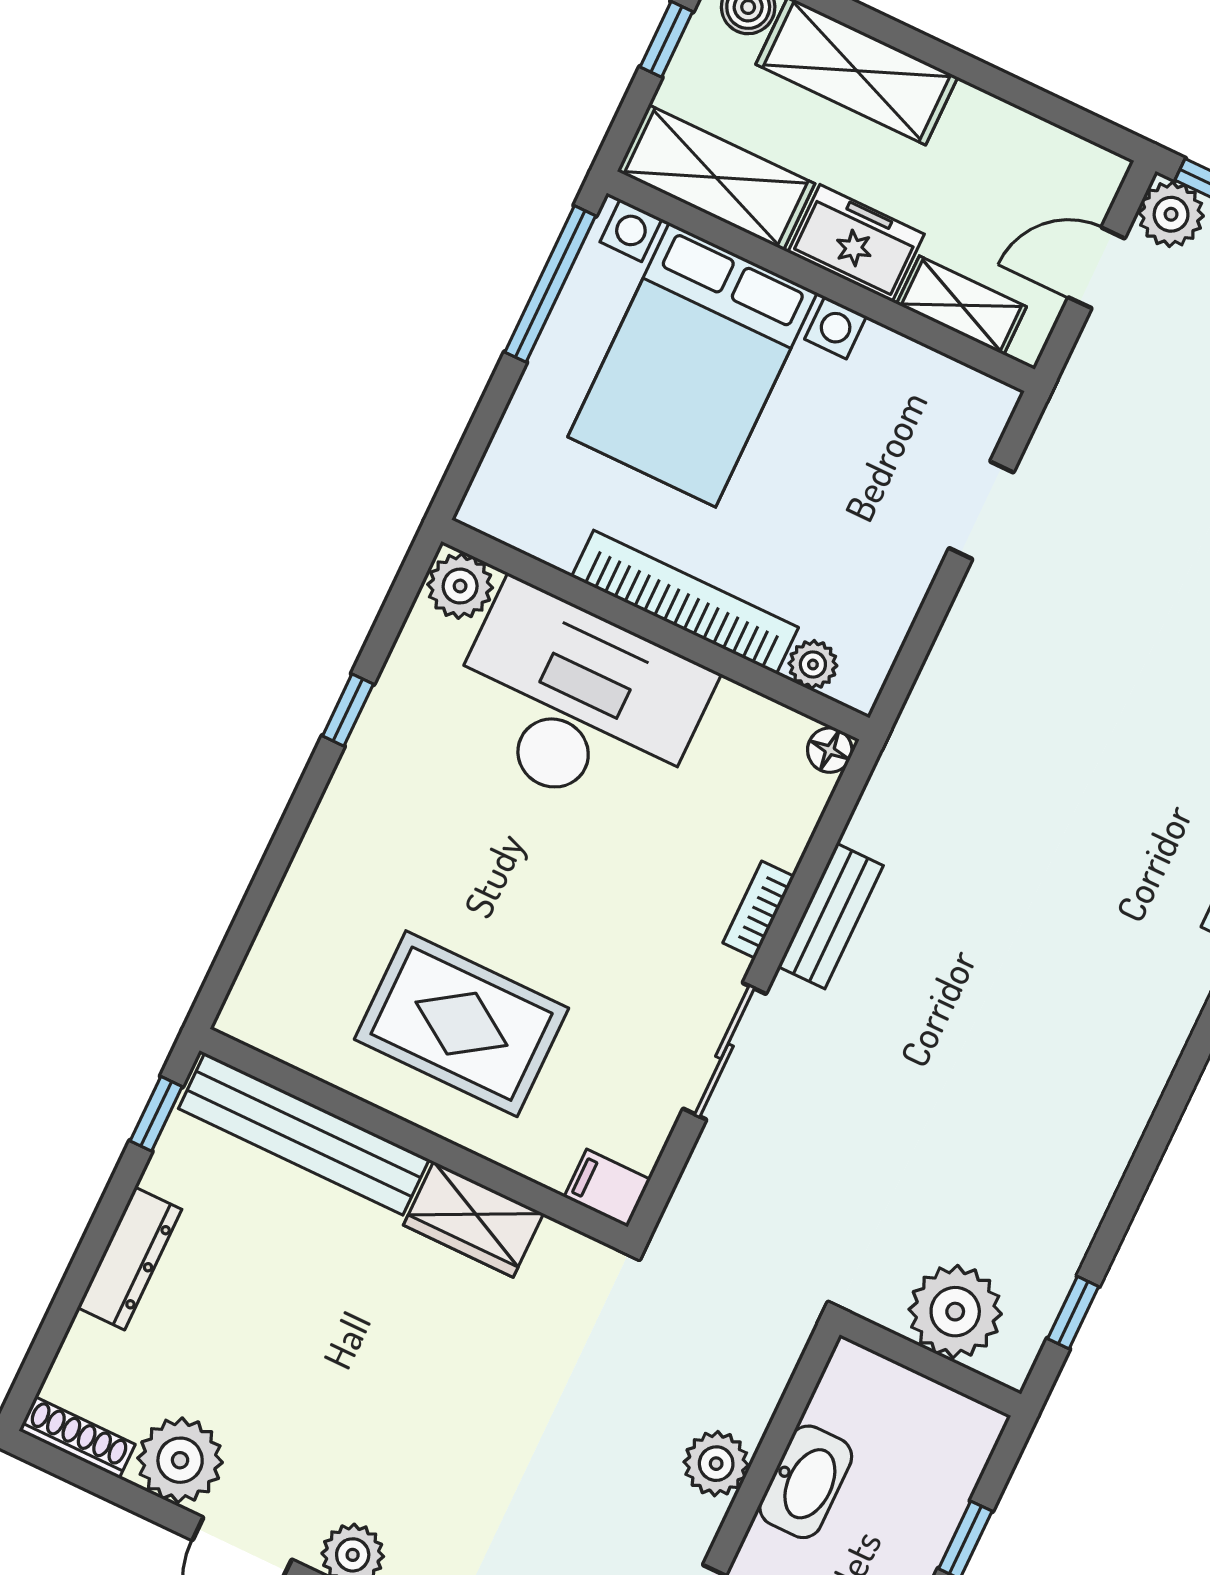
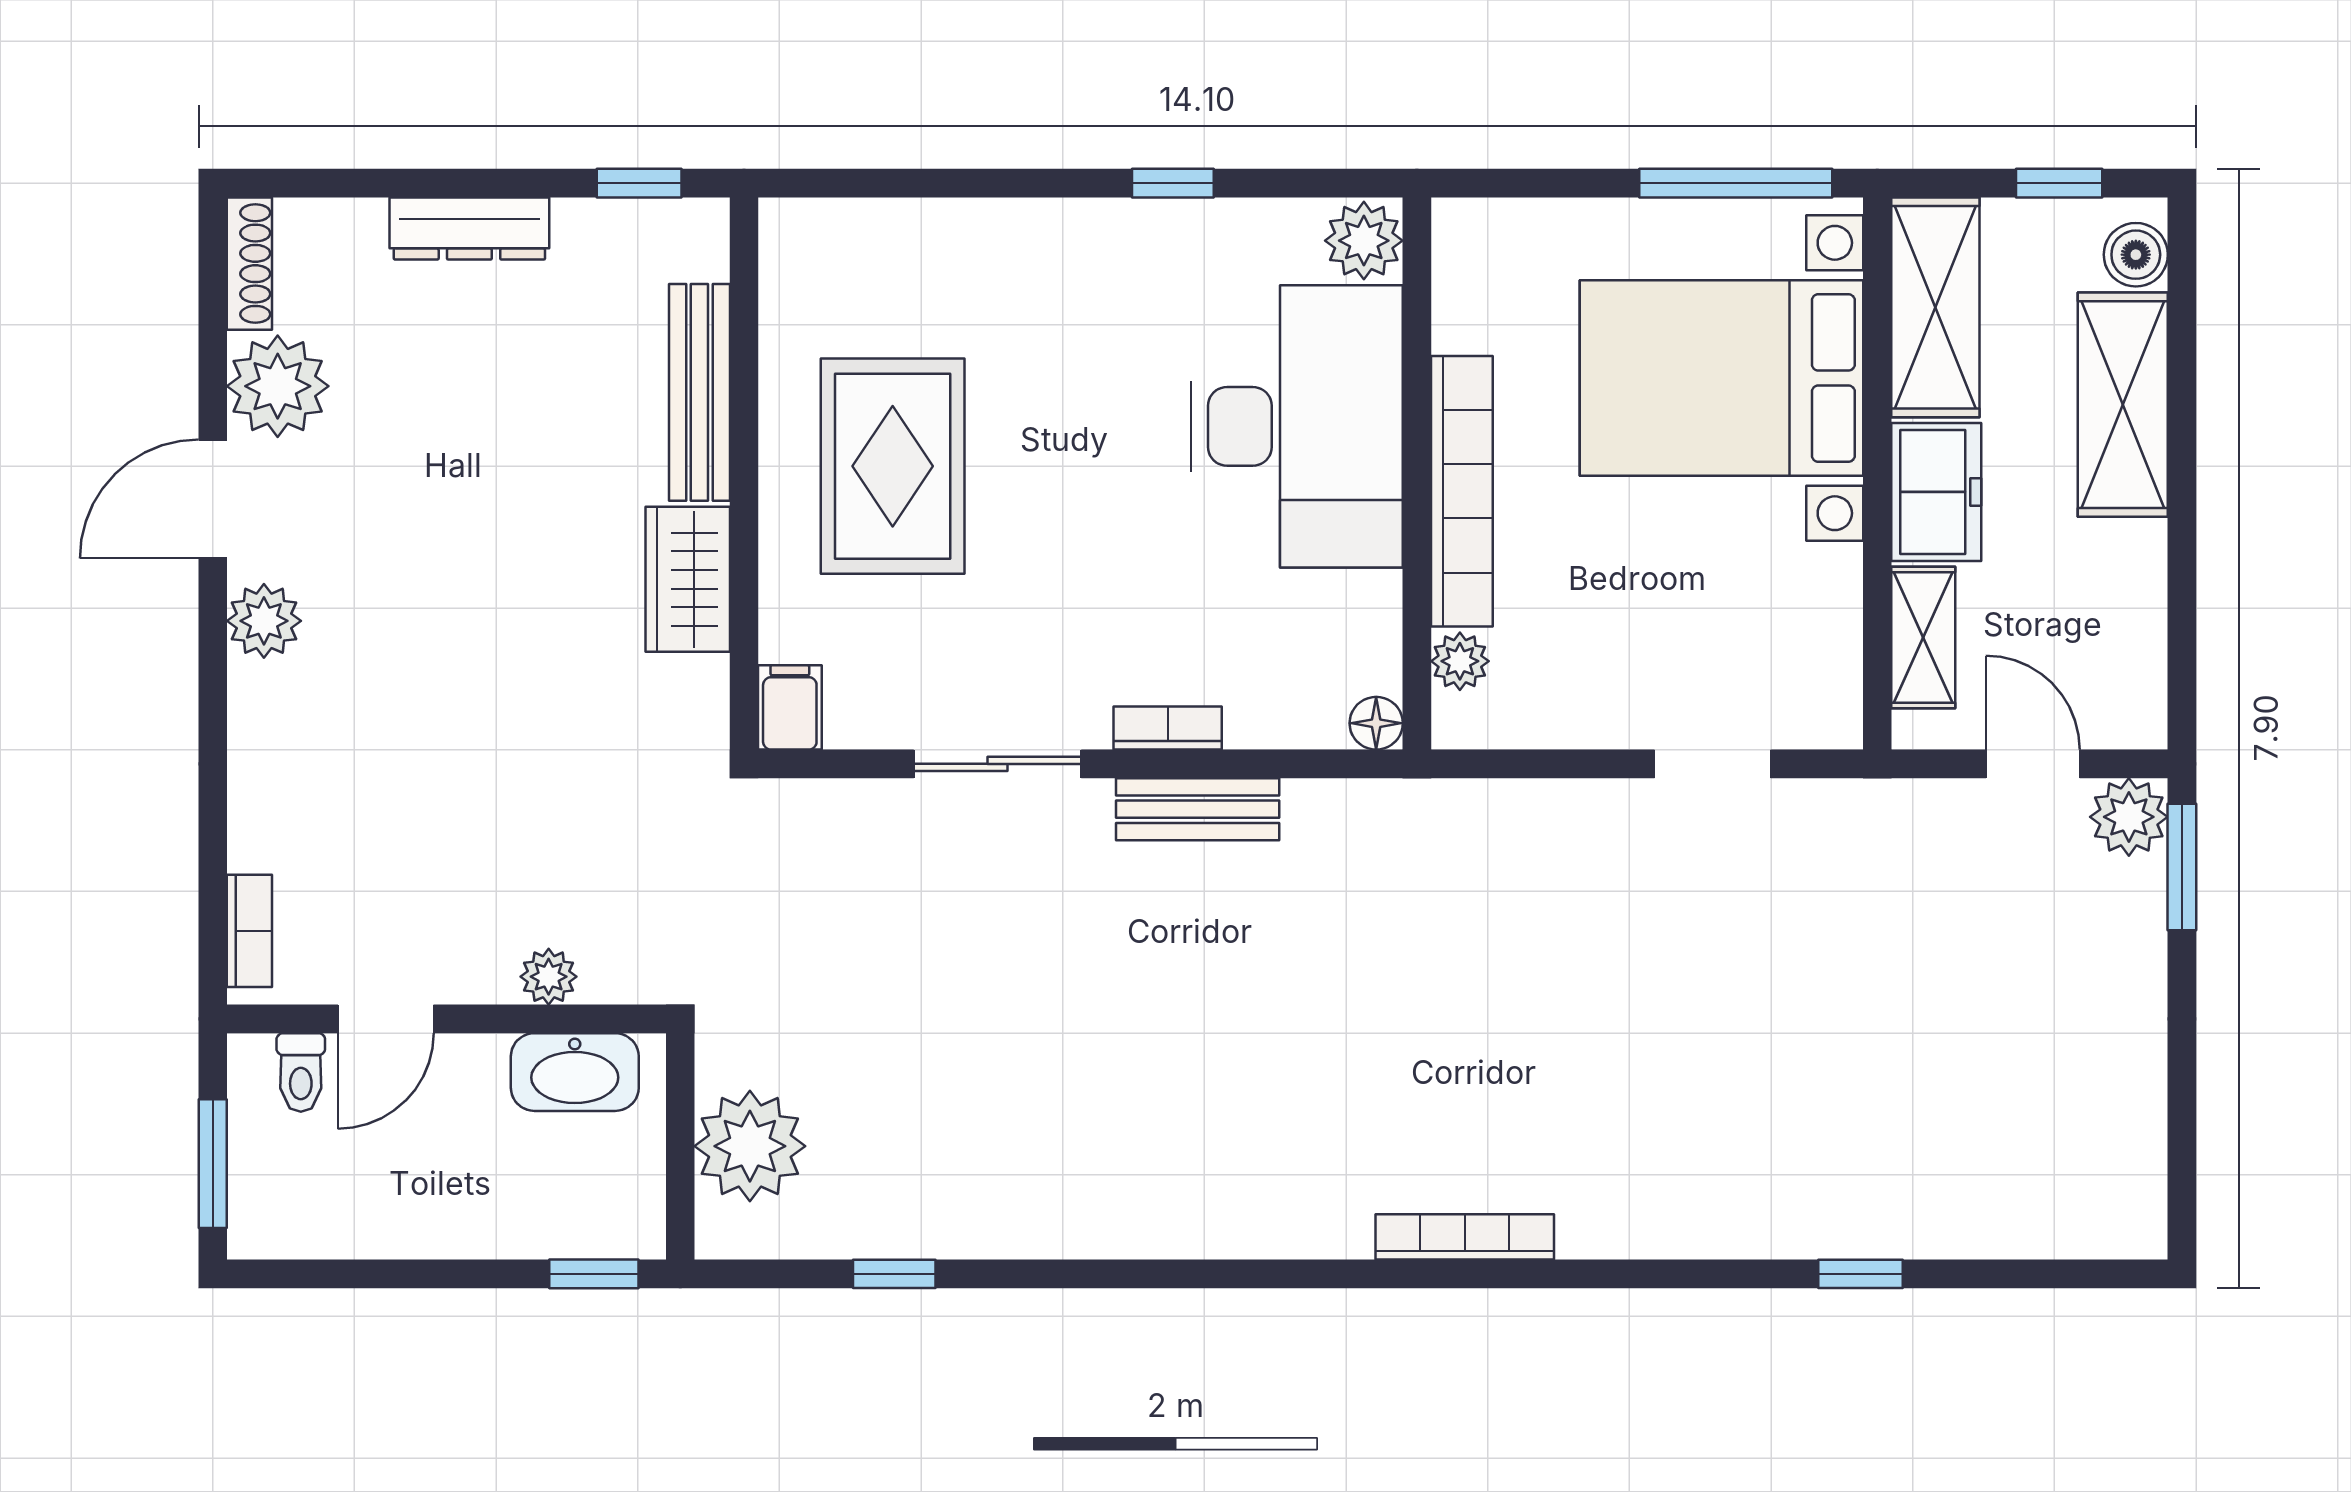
bench: (304, 1134) -> (699, 392), width x0.73, depth x0.82
plant: (955, 1312) -> (750, 1146), moved
wall: (930, 1364) -> (680, 1146), moved
plant: (716, 1464) -> (549, 977), width x0.73, depth x0.73

